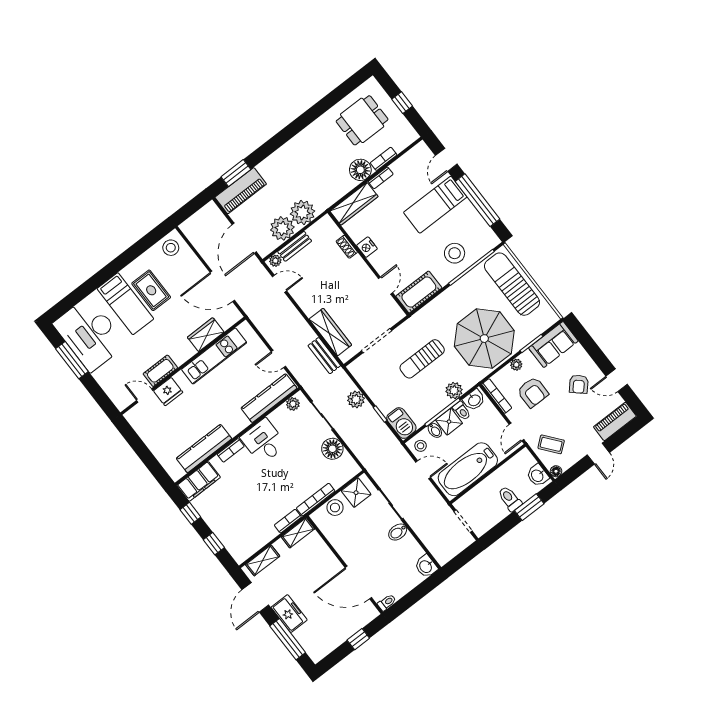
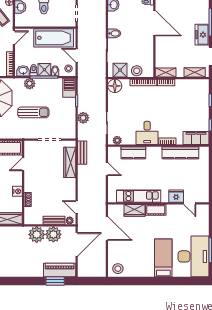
rug: (151, 290) -> (145, 255), removed
cot: (160, 371) -> (156, 210), moved
kitchen counter: (269, 398) -> (133, 153), width x0.67
floor lamp: (332, 449) -> (115, 86), moved

